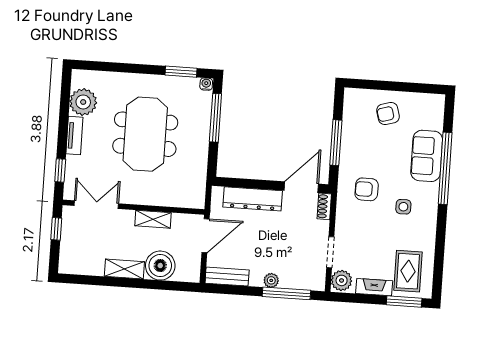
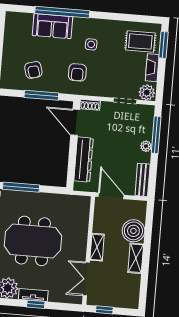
armchair: (388, 114) -> (33, 70), moved
window: (60, 170) -> (36, 304), moved
shelving: (153, 219) -> (97, 247), moved

